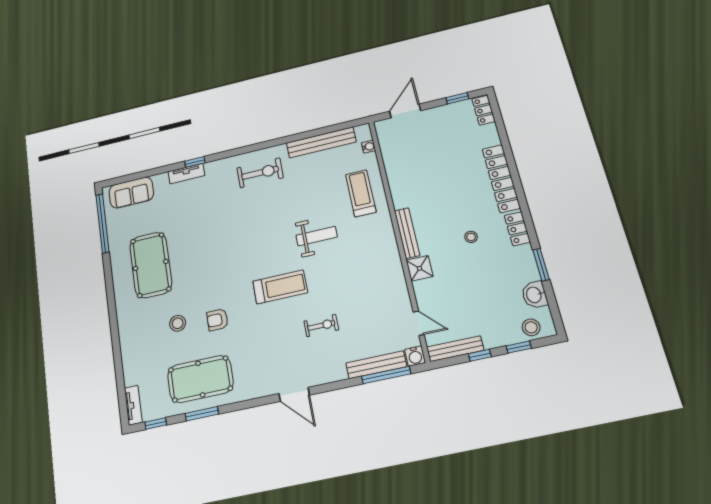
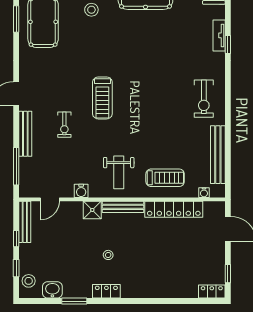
locker: (501, 178) -> (174, 209), moved, turned 180
weight bench: (317, 236) -> (119, 172), moved
armchair: (217, 320) -> (87, 43), removed
water cooler: (415, 356) -> (81, 191), moved, turned -90
bench: (376, 365) -> (25, 134), moved

